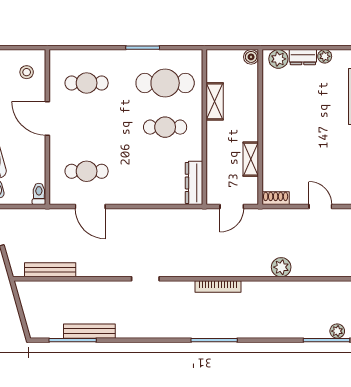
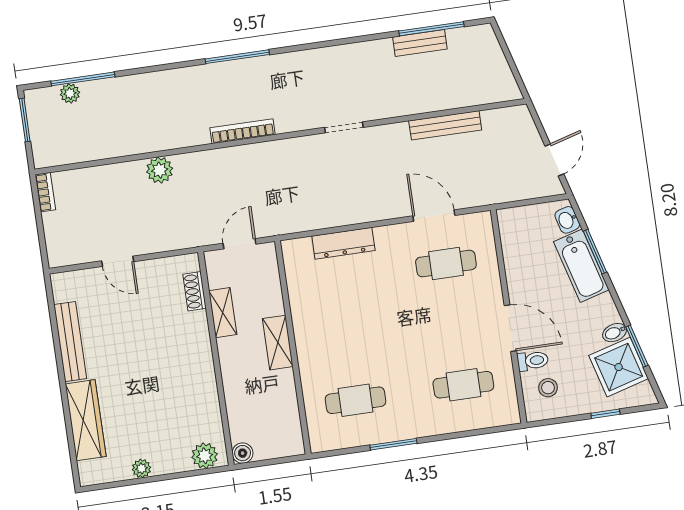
dresser: (303, 57) -> (171, 463), removed
cafe table: (165, 83) -> (356, 400), width x0.73, depth x0.74
shelving: (215, 101) -> (278, 343), moved
cafe table: (165, 127) -> (347, 340), removed
dresser: (194, 183) -> (343, 243), moved, turned 90
toilet: (39, 194) -> (533, 361), moved, turned -90
shoe rack: (276, 198) -> (195, 291), moved, turned 90
bench: (50, 270) -> (445, 125), moved
bench: (89, 331) -> (420, 43), width x0.73

